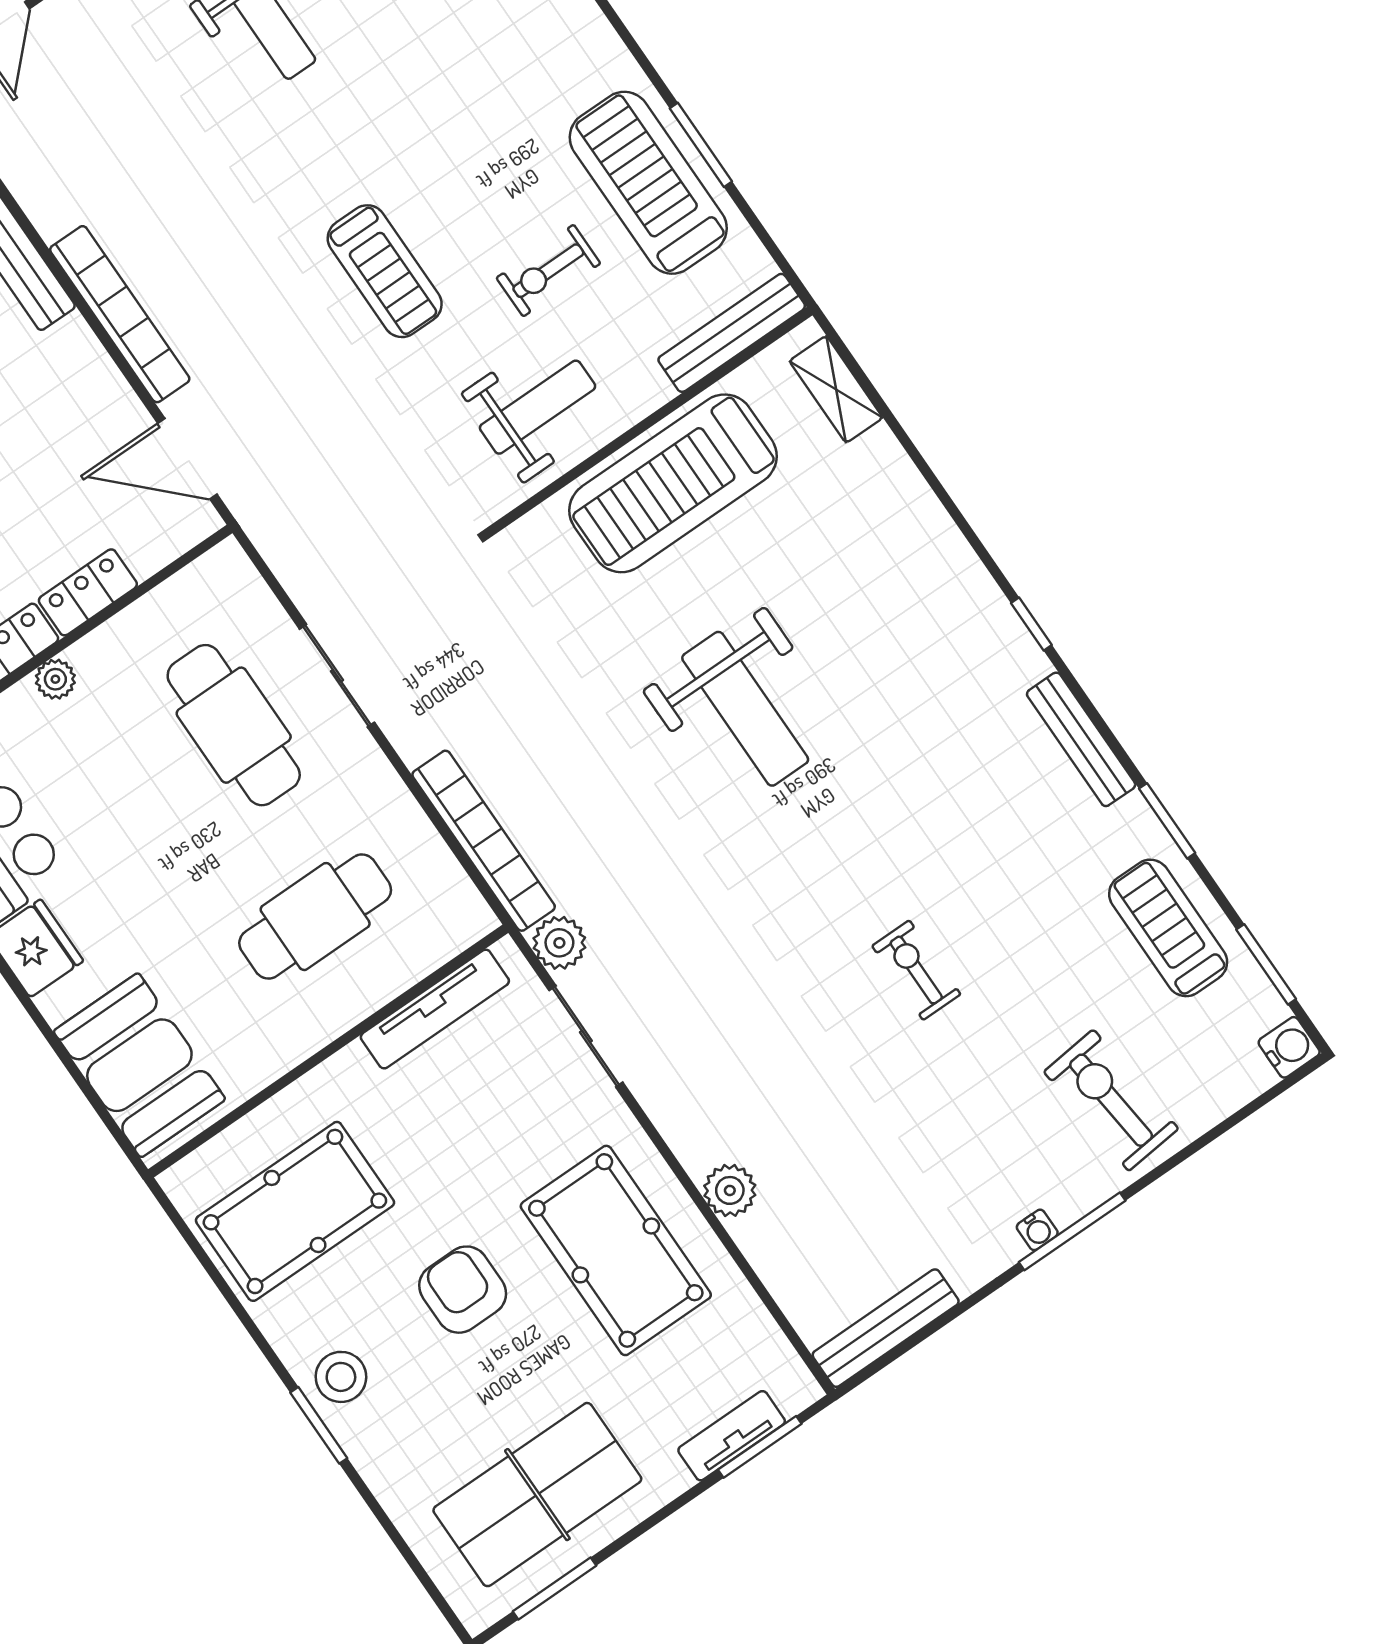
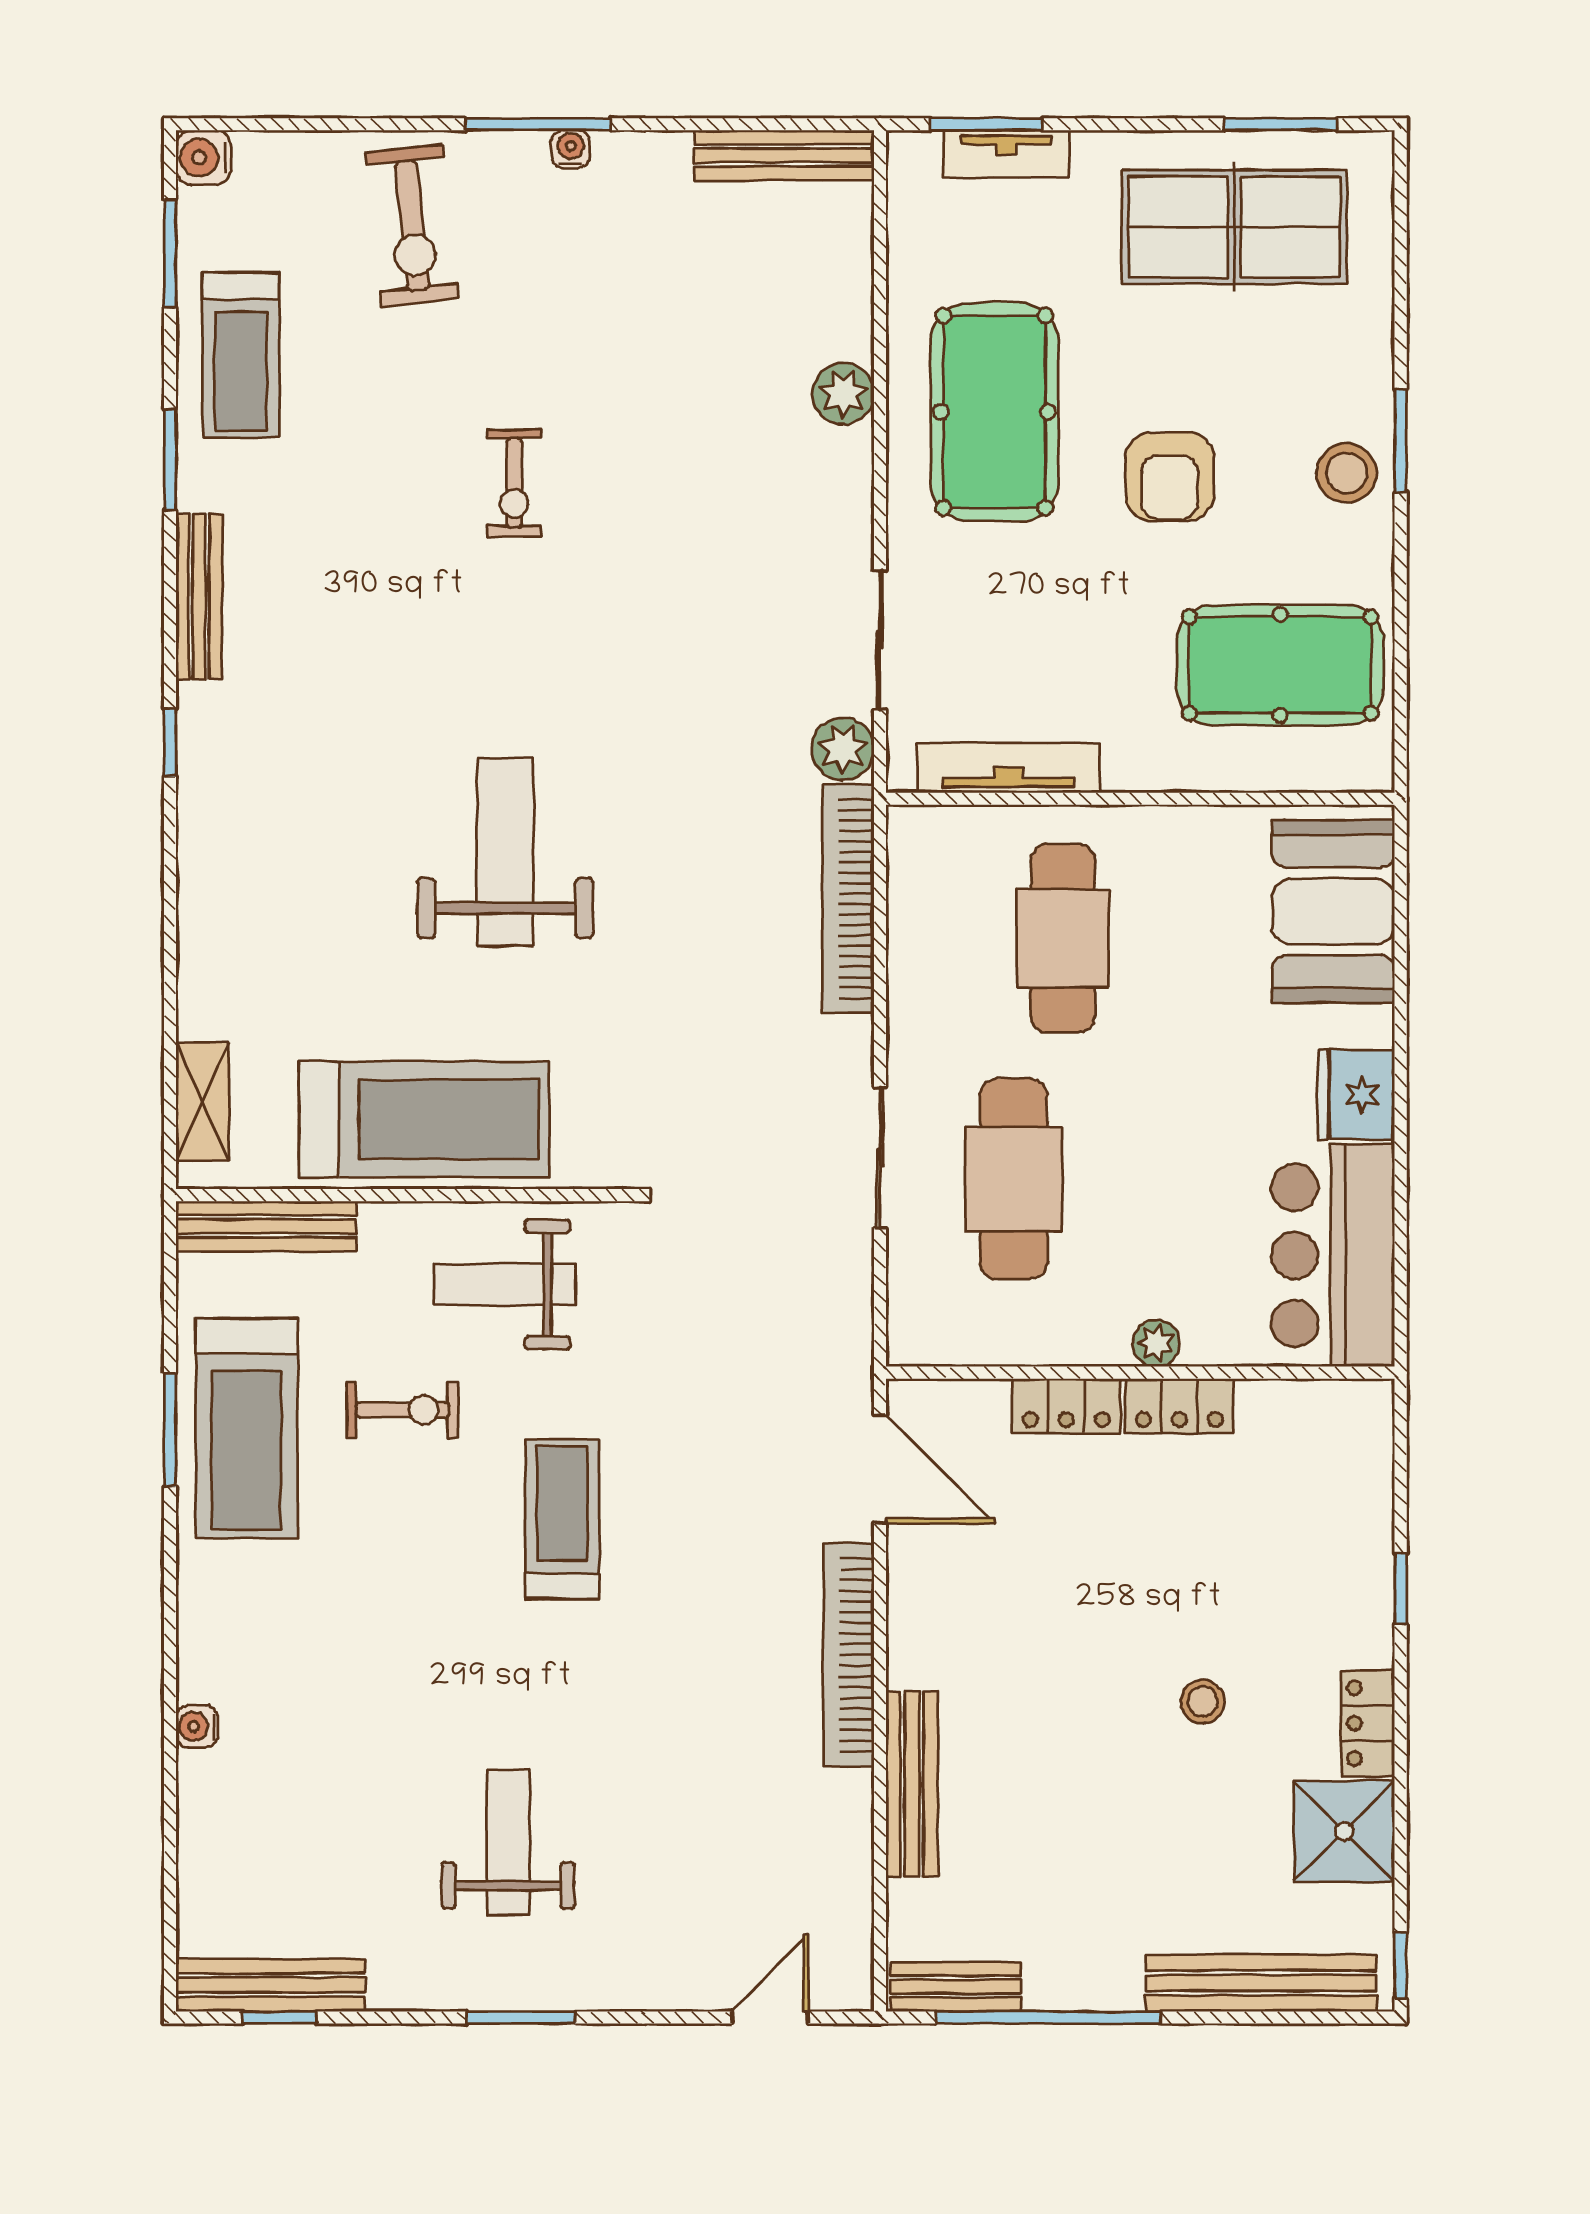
cafe table: (315, 917) -> (1063, 938), turned 90

